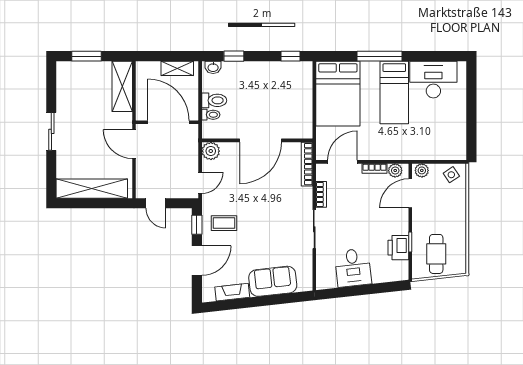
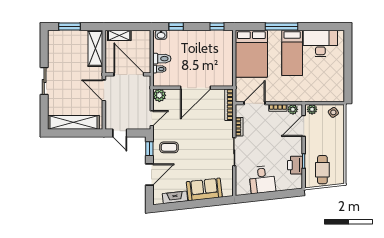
shelving: (177, 68) -> (119, 35), moved

